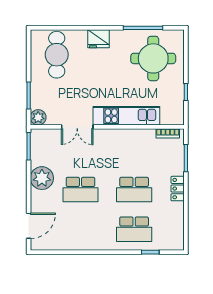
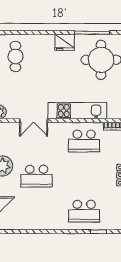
fridge: (99, 39) -> (65, 42), moved
cafe table: (57, 55) -> (15, 57), width x0.73, depth x0.74
school desk: (134, 190) -> (84, 141), moved

